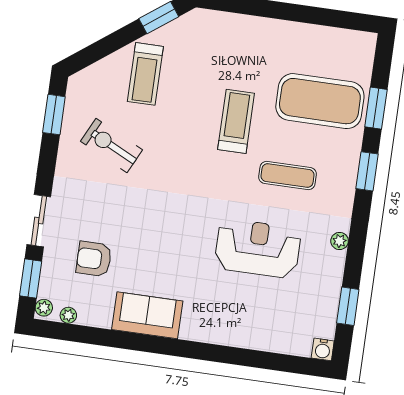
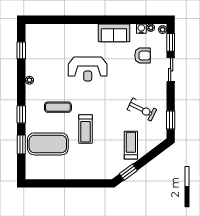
reception desk: (258, 248) -> (88, 69), moved
water cooler: (323, 349) -> (141, 29), moved

